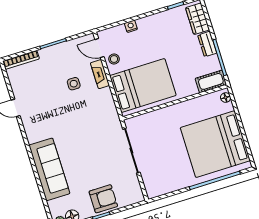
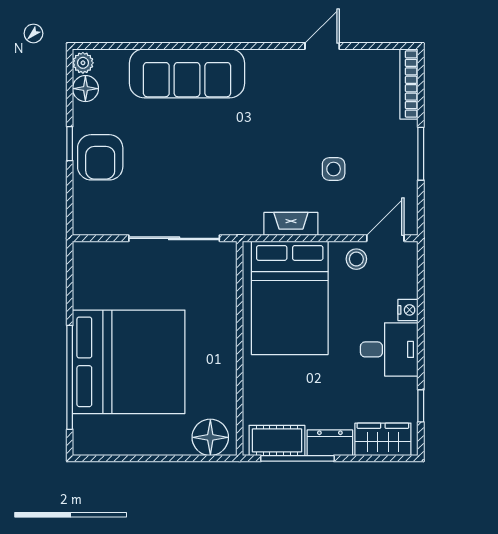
desk: (153, 29) -> (389, 349), added
fireplace: (100, 74) -> (291, 224), moved
cot: (211, 81) -> (277, 440), moved, turned 90
floor lamp: (226, 98) -> (210, 437), width x1.89, depth x1.89
bed: (215, 144) -> (129, 362), moved, turned 90

